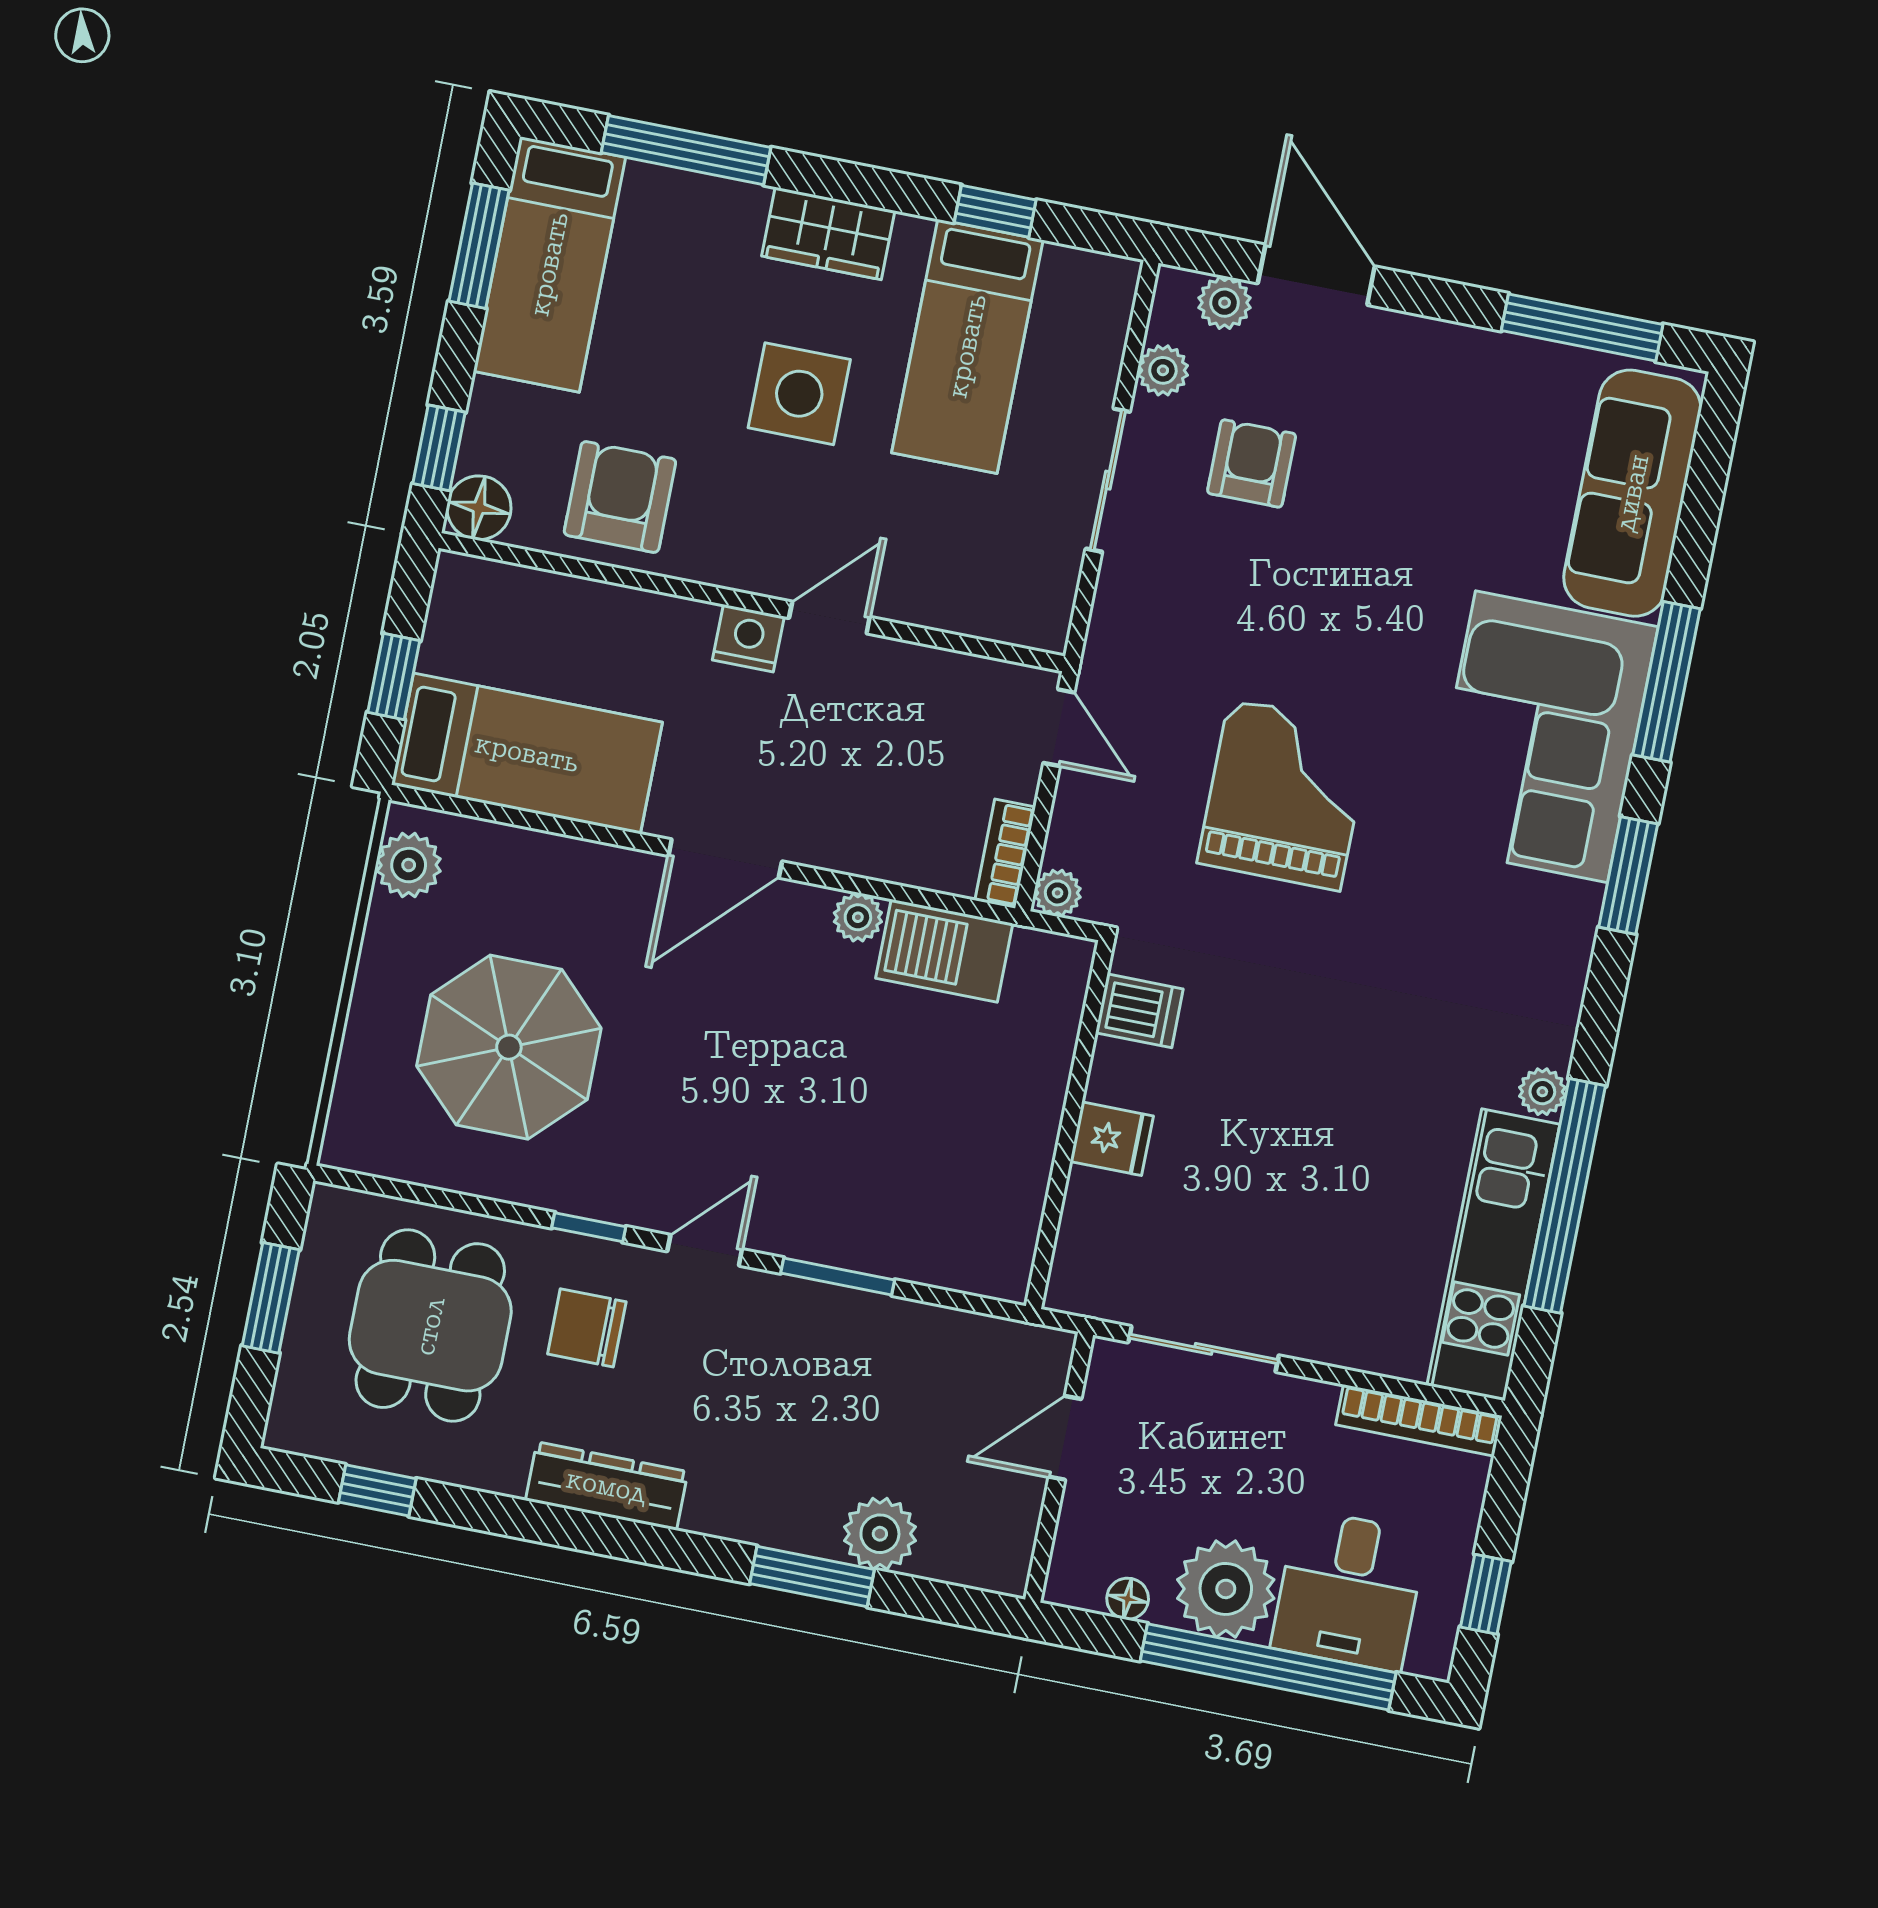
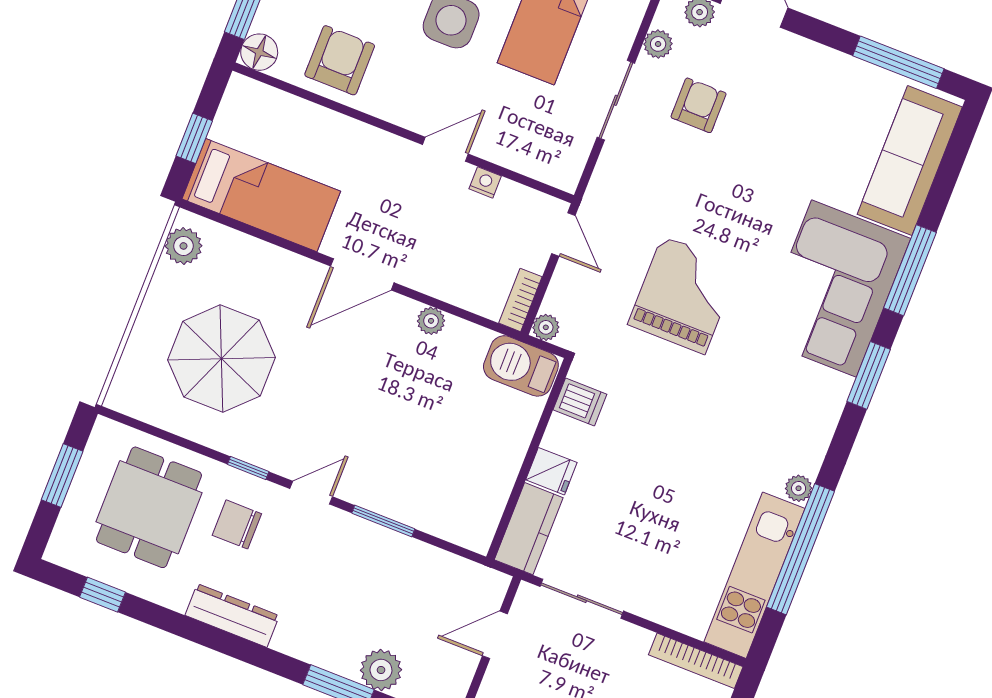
nightstand: (748, 638) -> (485, 182), moved, width x0.72, depth x0.74
barbecue: (944, 951) -> (521, 366), moved
kitchen counter: (1090, 1245) -> (529, 529), added

